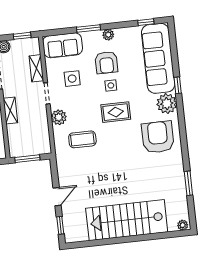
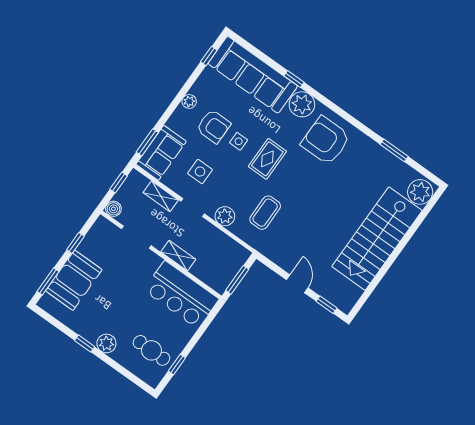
window: (88, 28) -> (147, 142), moved
plant: (183, 225) -> (420, 192), width x1.88, depth x1.88

